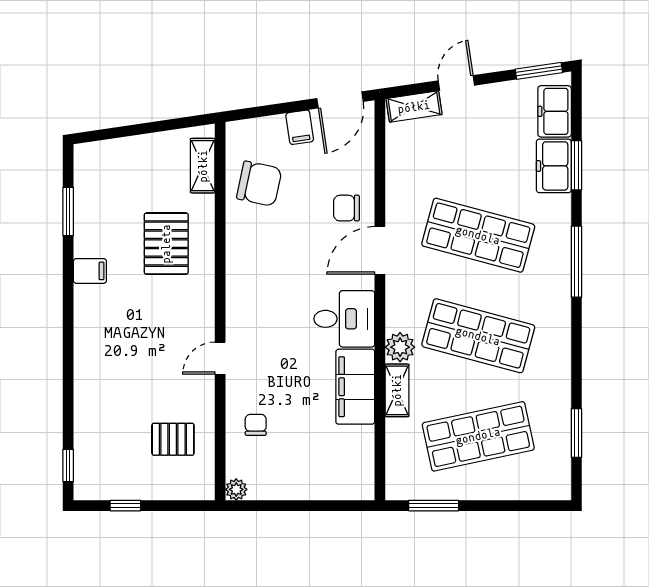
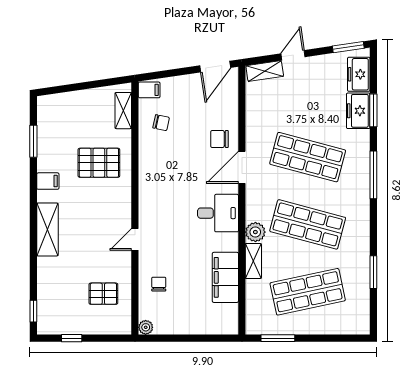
filing cabinet: (300, 127) -> (149, 90), moved, turned -82
chair: (259, 184) -> (161, 123), width x0.54, depth x0.54
pallet: (166, 244) -> (99, 163), turned 90
shelving: (89, 343) -> (47, 230), added
filing cabinet: (355, 387) -> (225, 277), moved
window: (576, 433) -> (373, 272), moved

